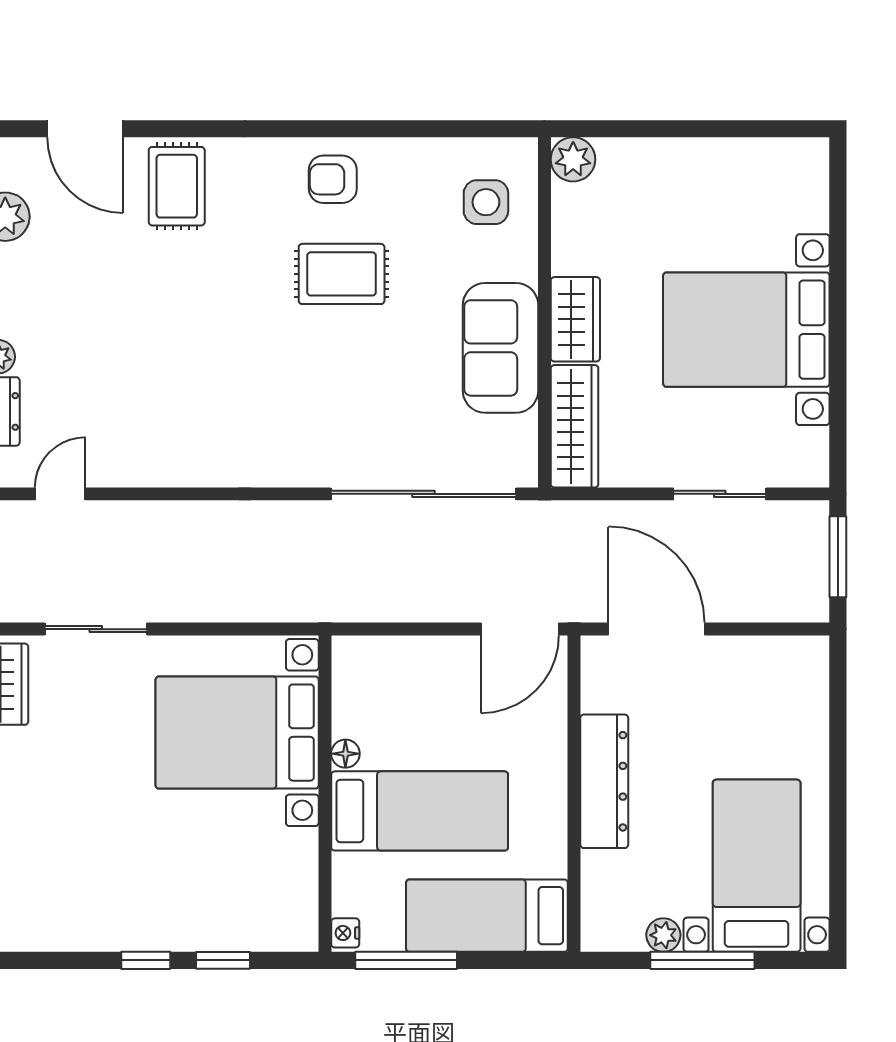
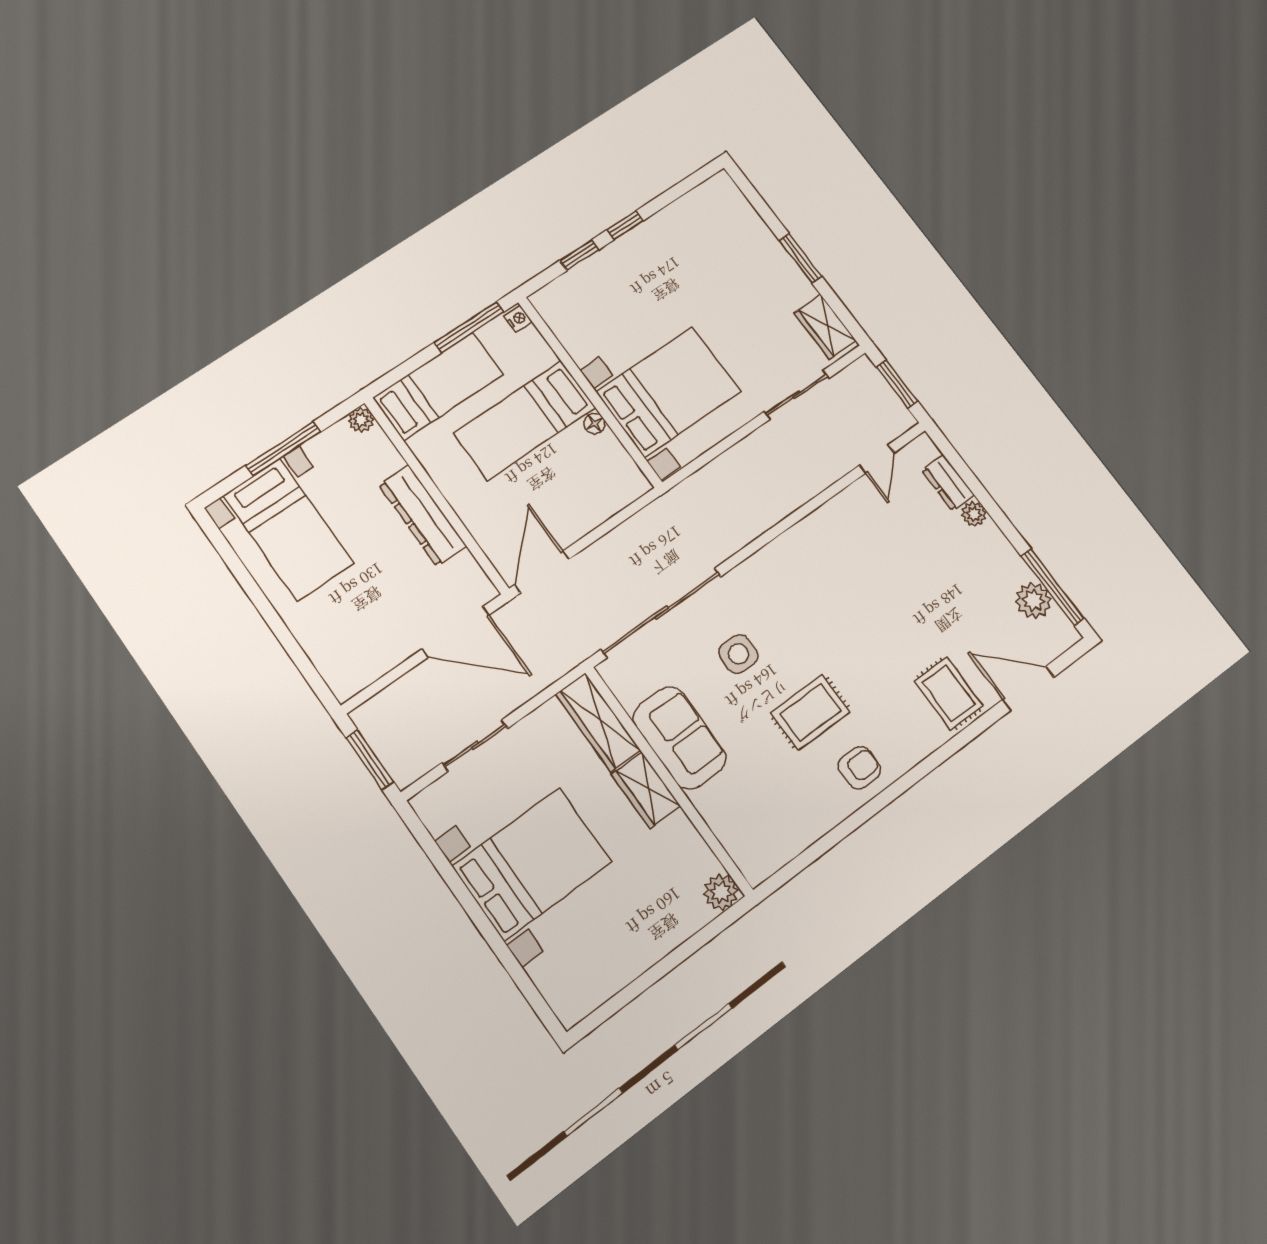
side table: (486, 202) -> (738, 654), moved
plant: (663, 935) -> (361, 420), moved

